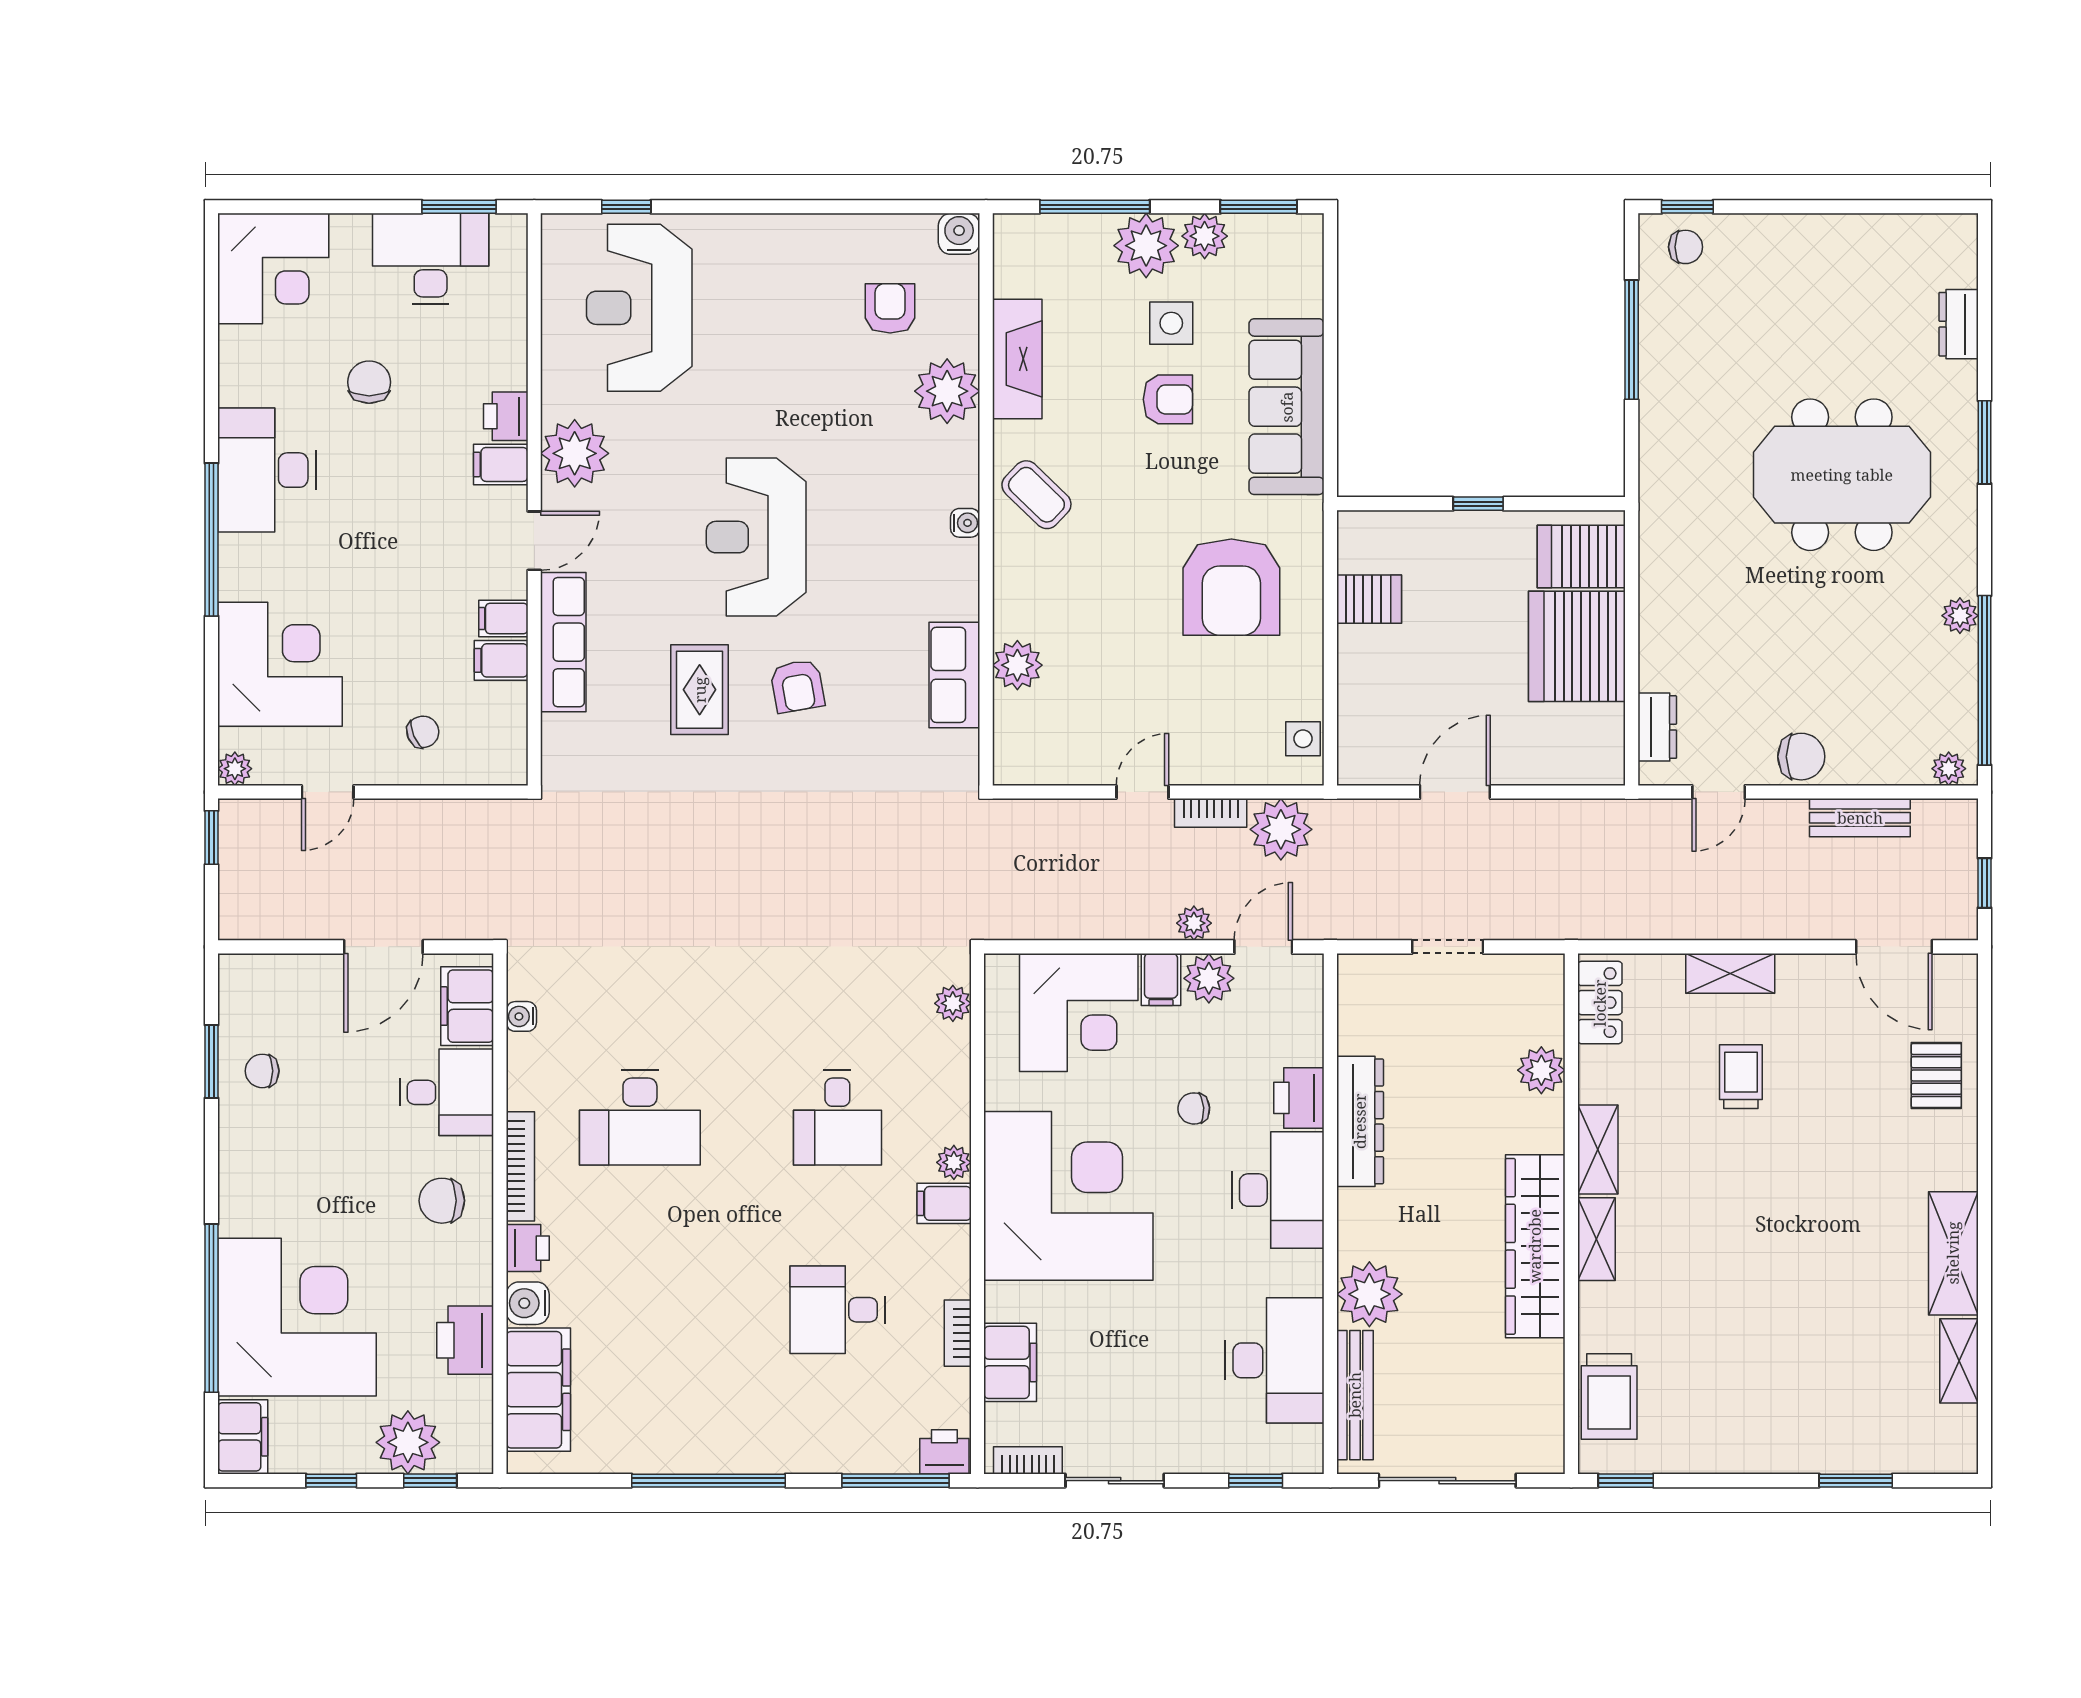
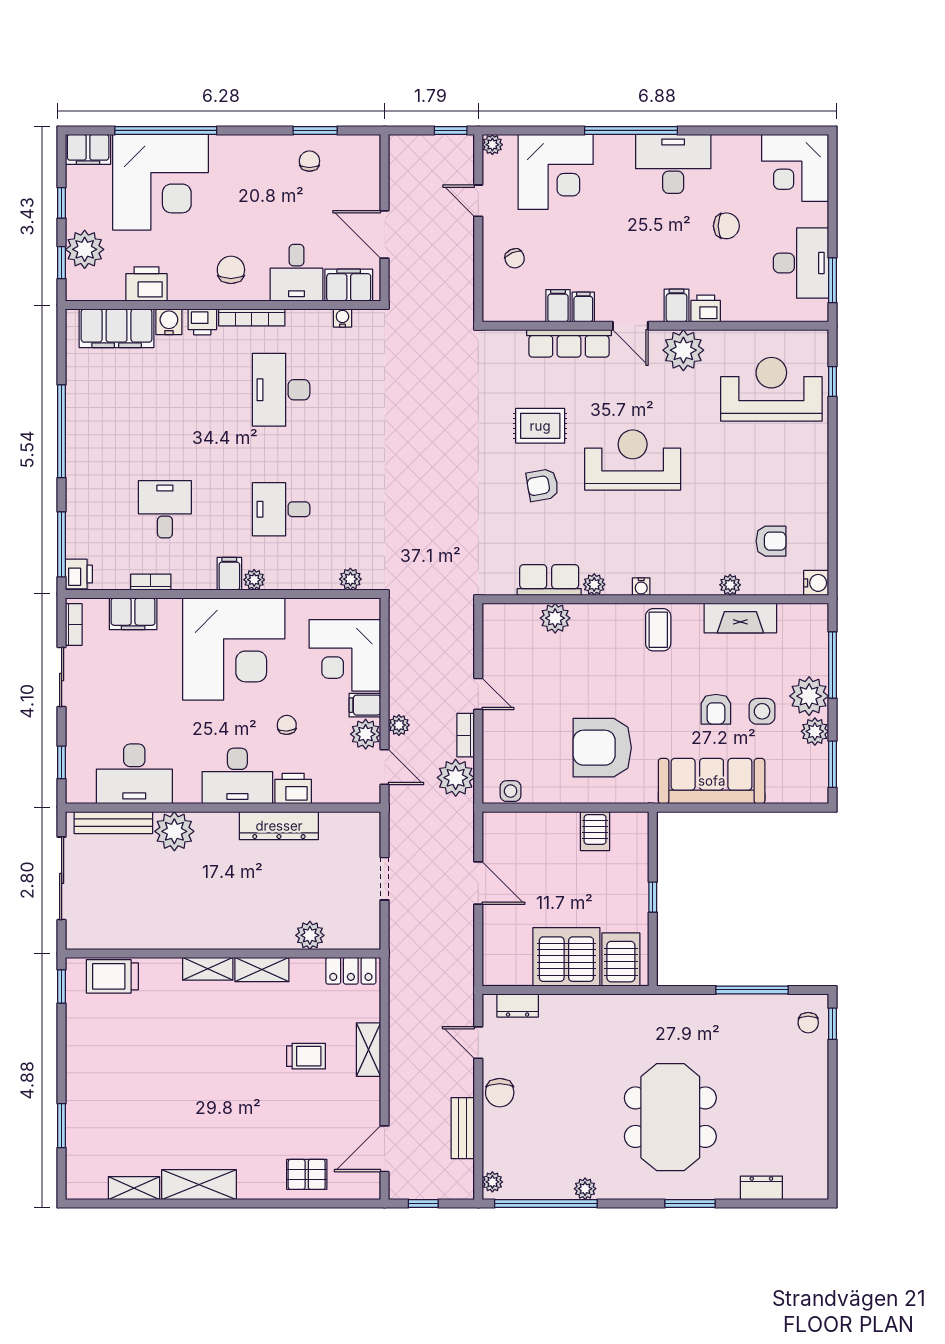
plant: (947, 391) -> (730, 585), width x0.53, depth x0.53
coffee table: (1036, 495) -> (658, 630), turned -44
plant: (962, 601) -> (594, 584), added
wardrobe: (1535, 1246) -> (203, 932), removed

